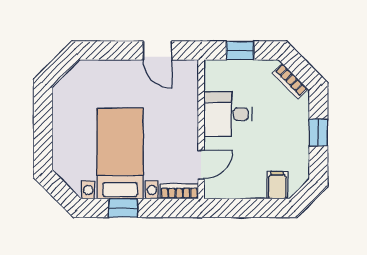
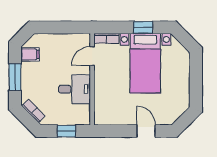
door: (158, 50) -> (146, 131), moved
window: (318, 133) -> (15, 77), width x1.50
filing cabinet: (277, 185) -> (30, 54), moved, turned -90

